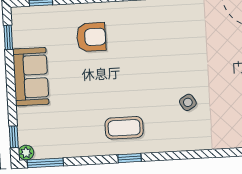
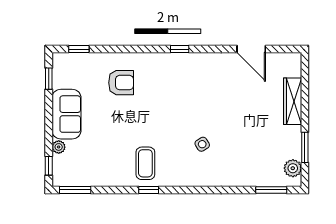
coffee table: (124, 128) -> (145, 163), turned 90
plant: (26, 153) -> (59, 147), moved

